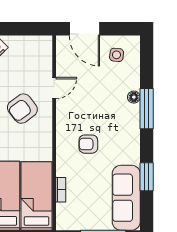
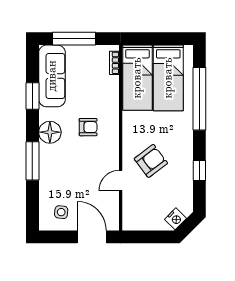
floor lamp: (134, 97) -> (50, 132), moved, width x1.89, depth x1.89
bookcase: (61, 190) -> (114, 63), moved

